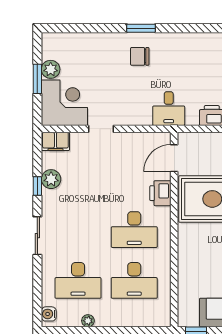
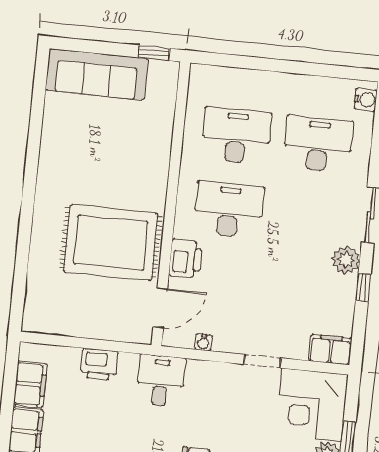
water cooler: (142, 138) -> (203, 342), added
plant: (51, 179) -> (346, 260), moved
plant: (88, 321) -> (310, 84), removed

